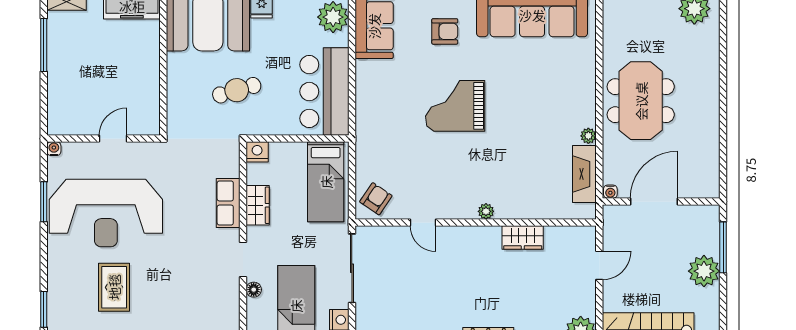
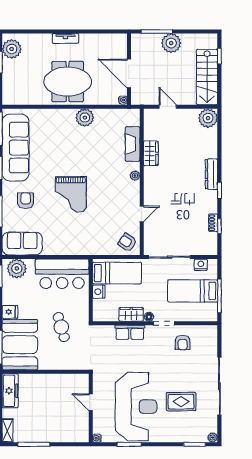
tv unit: (712, 97) -> (65, 38), added
plant: (588, 136) -> (85, 118), width x1.88, depth x1.88
nightstand: (257, 152) -> (99, 292), moved
fireplace: (584, 174) -> (133, 144), moved, turned 90
armchair: (211, 290) -> (183, 343), added
floor lamp: (254, 290) -> (149, 317), moved

